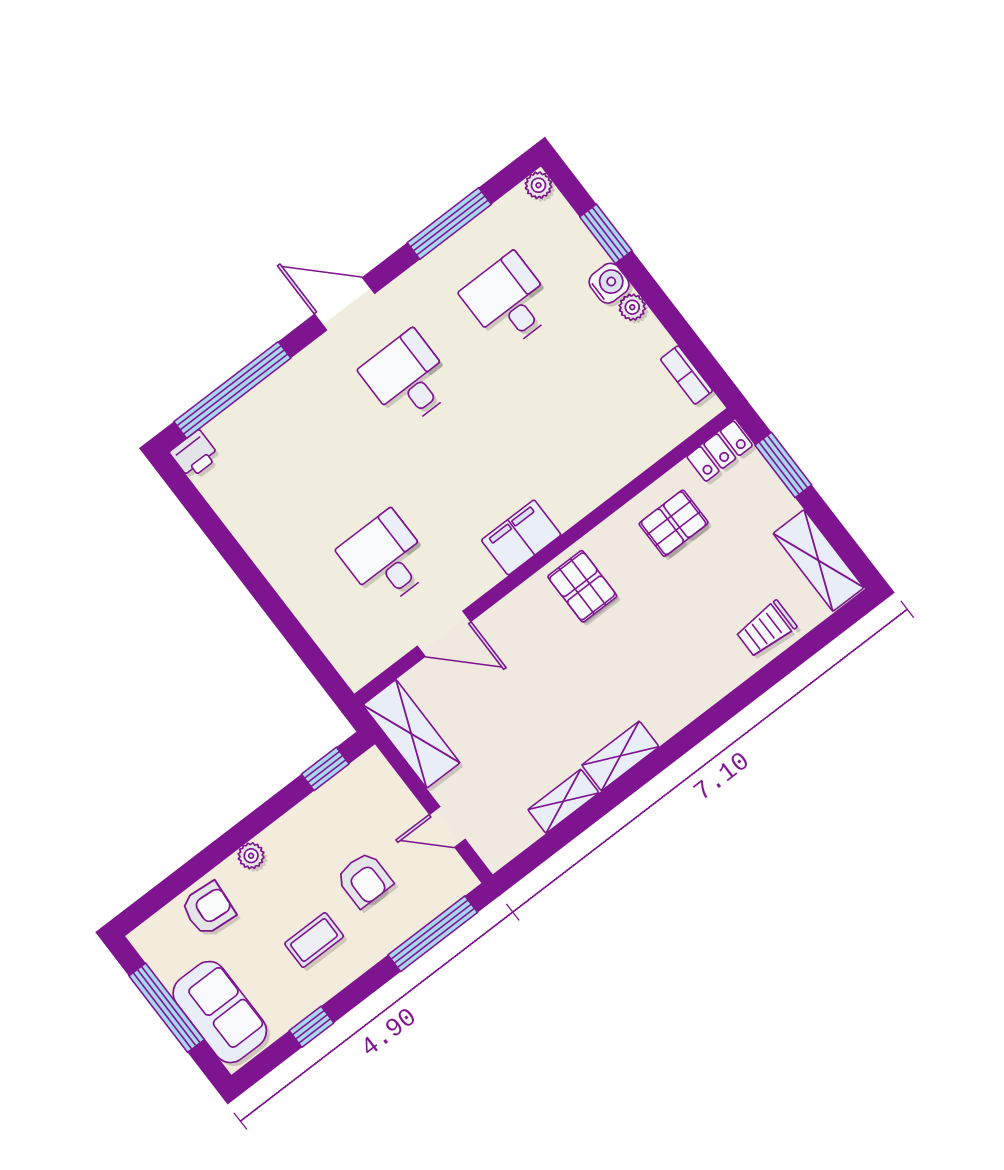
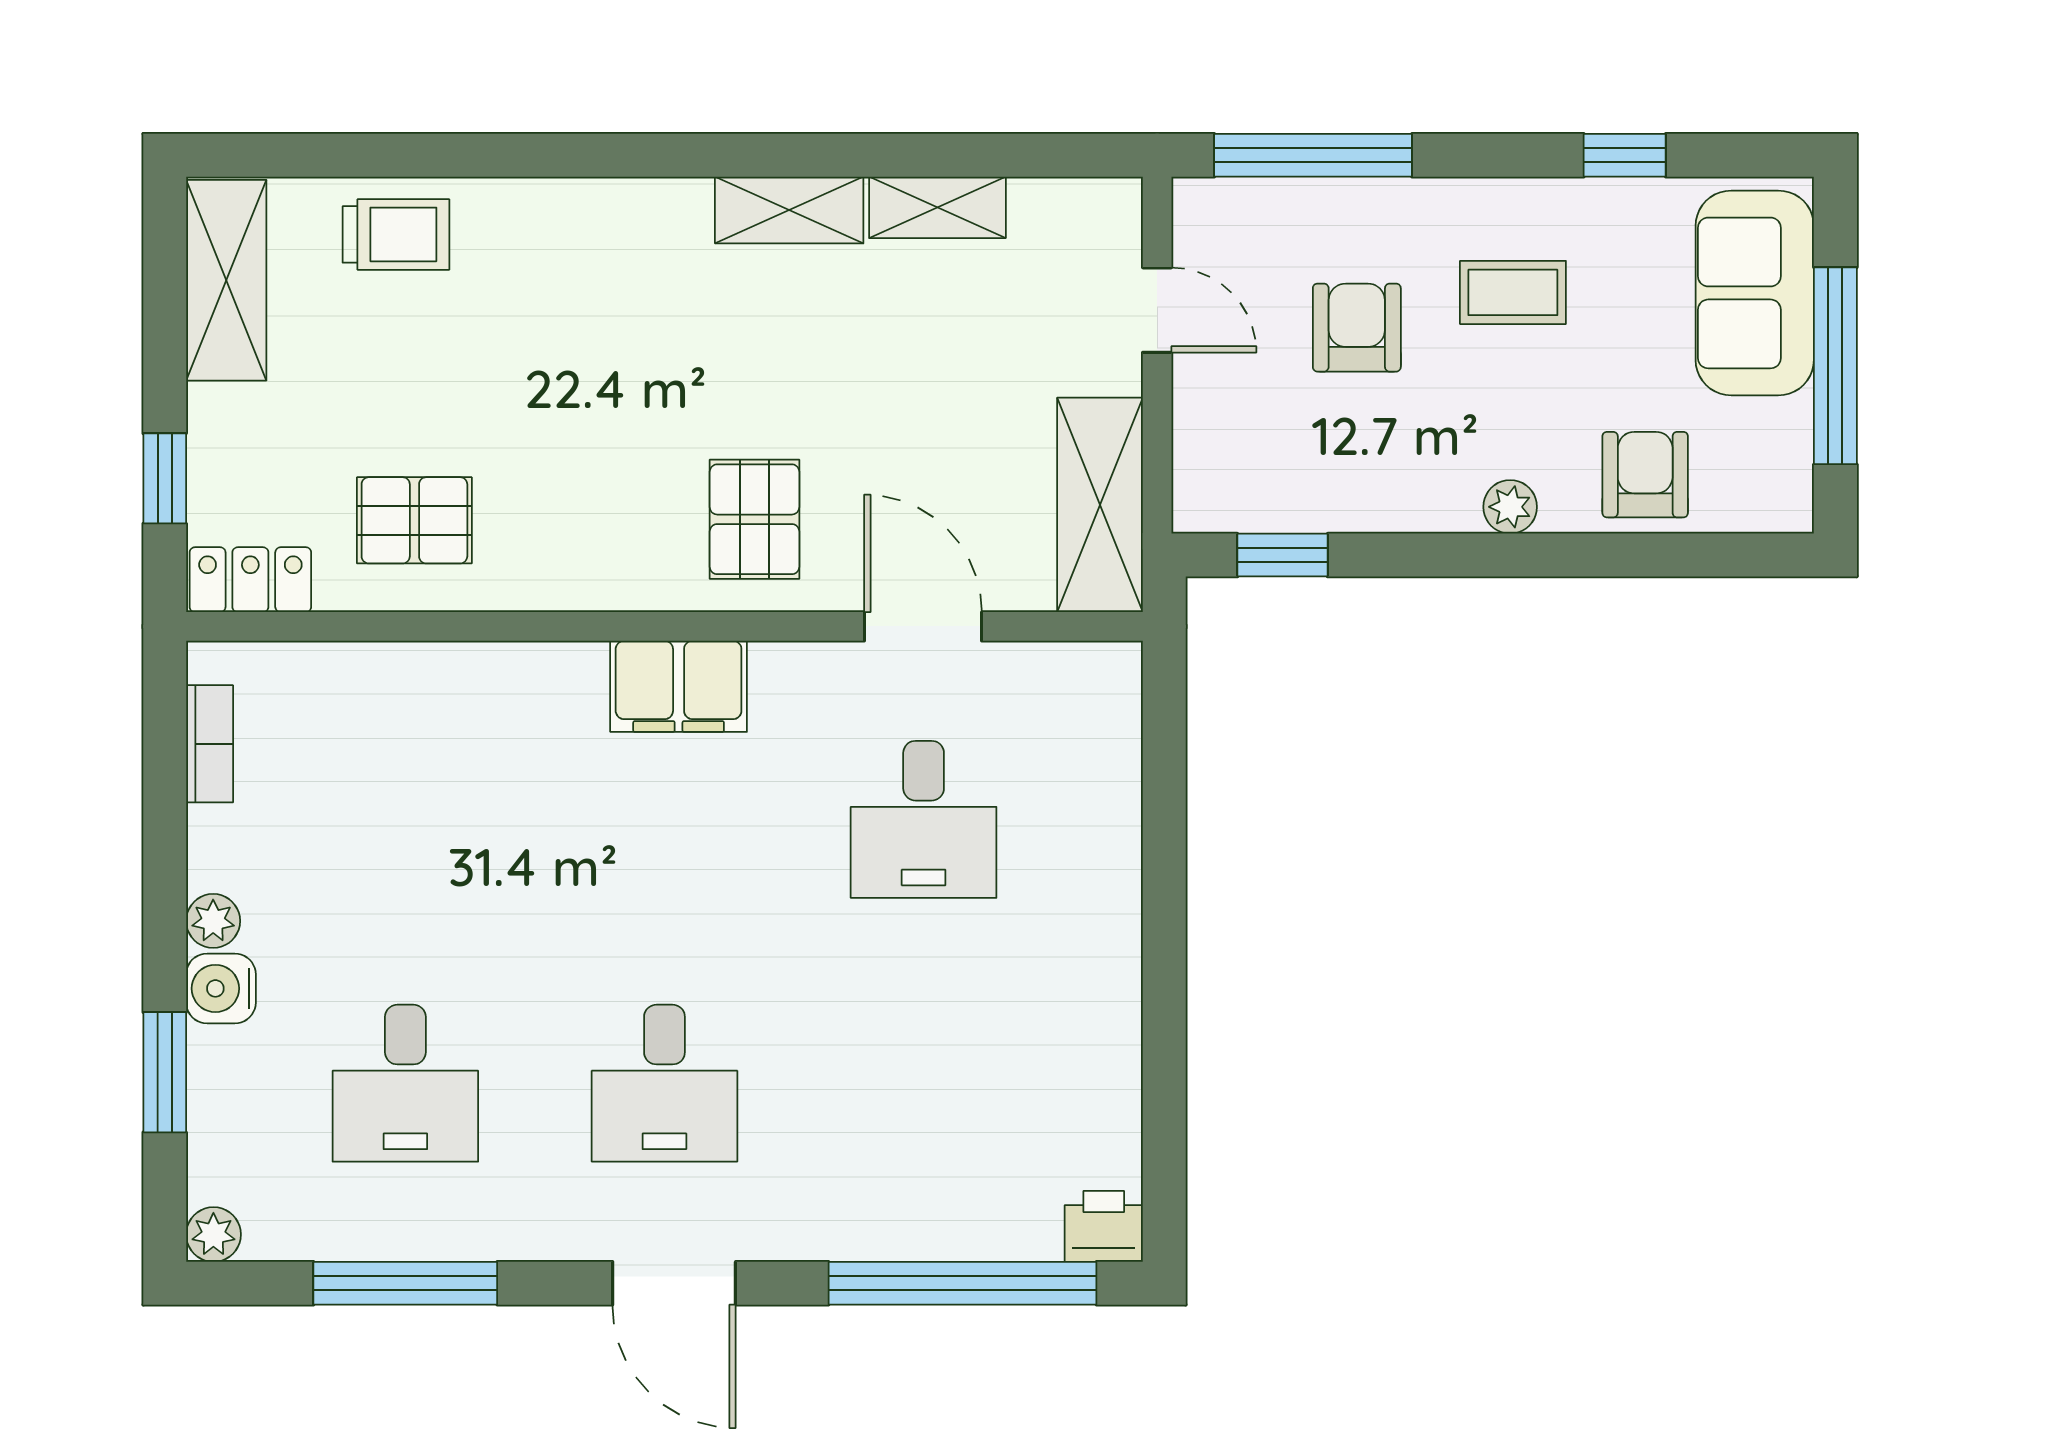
window: (783, 465) -> (165, 478), width x0.67
pallet: (582, 586) -> (755, 519), moved
armchair: (208, 909) -> (1645, 475), turned 85

